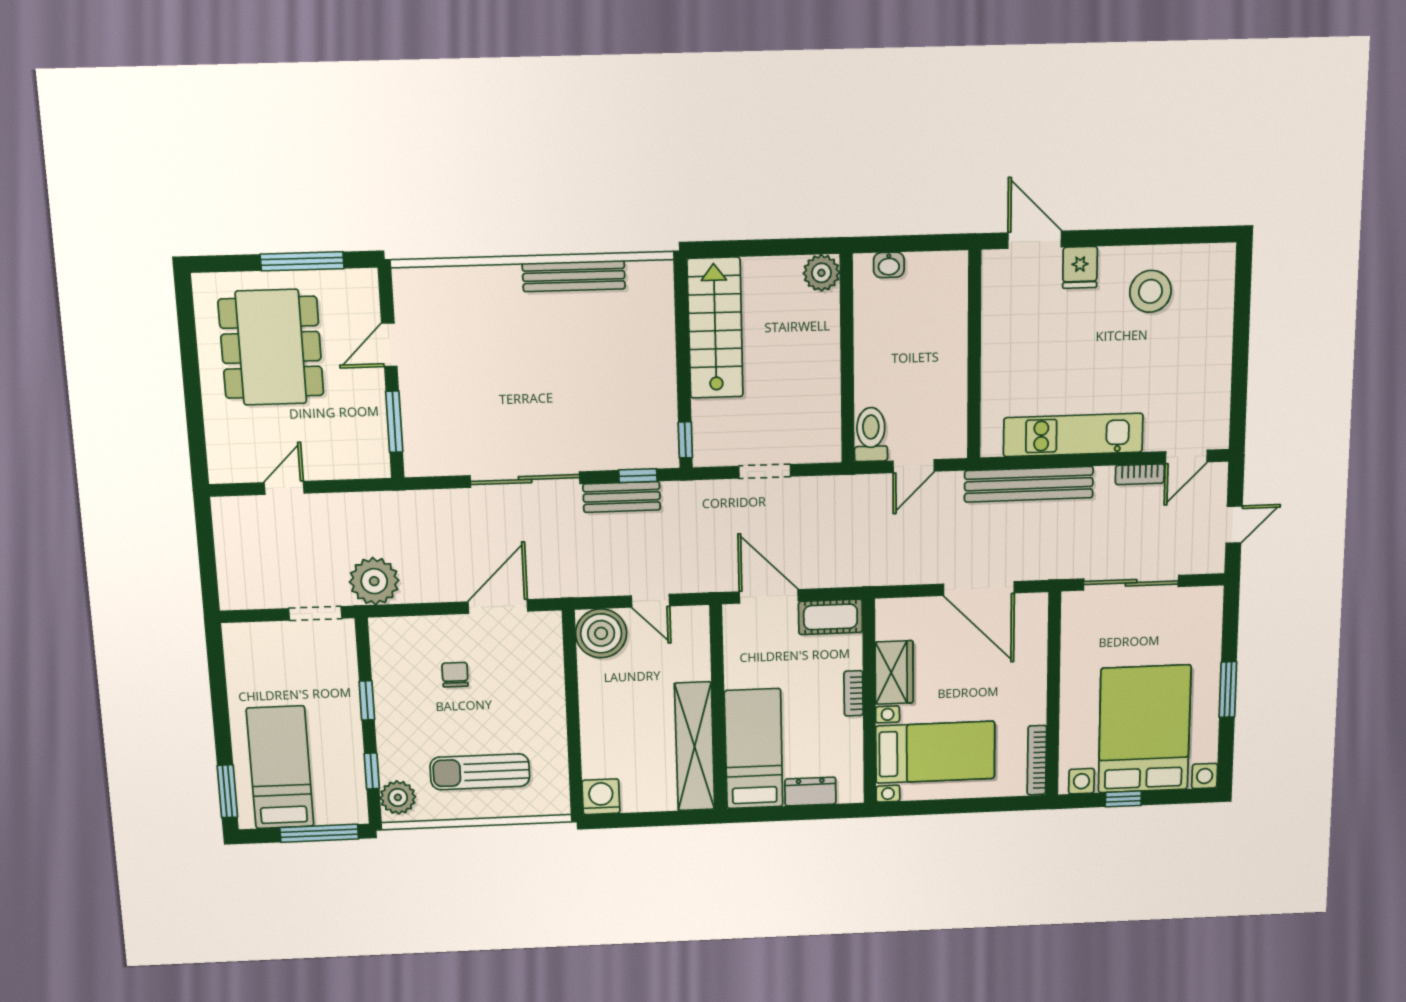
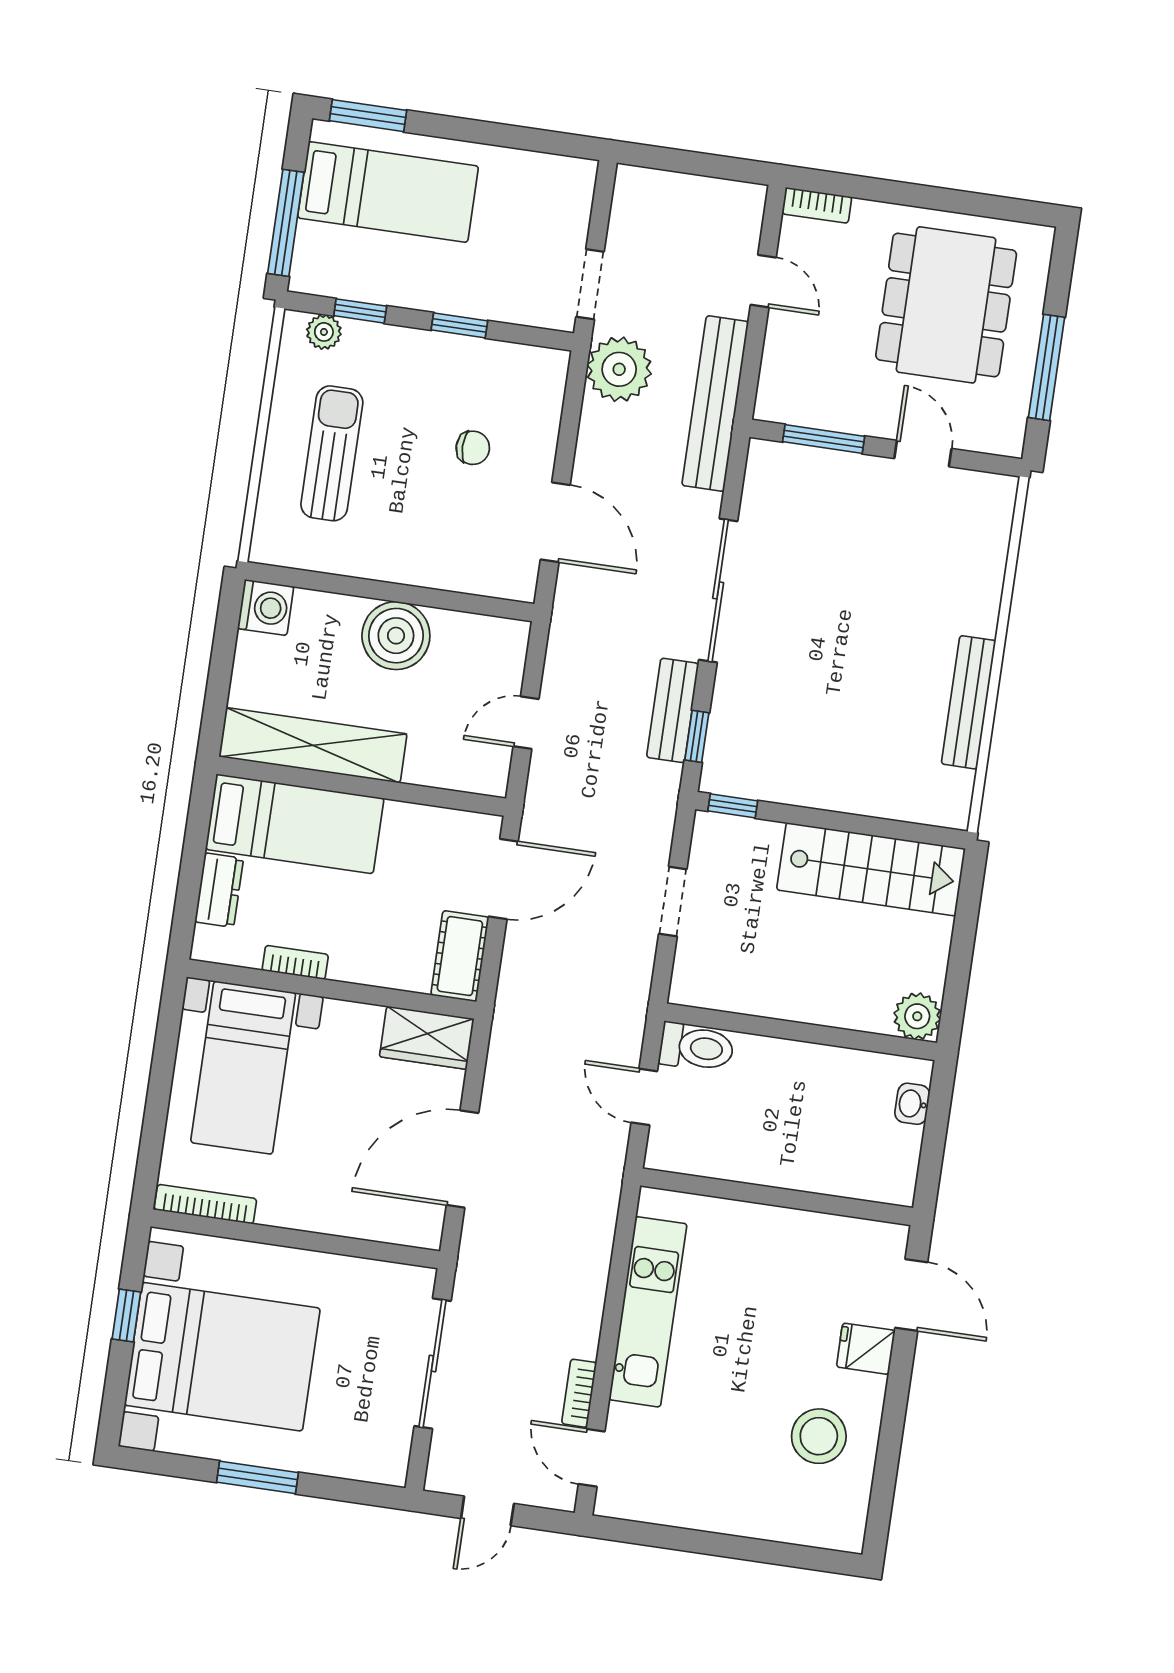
door: (1035, 240) -> (911, 1295), hinge flipped
dining table: (271, 347) -> (946, 305), turned 90
bookcase: (217, 458) -> (817, 205), added
bench: (1029, 484) -> (715, 404), moved
door: (1234, 525) -> (487, 1511), hinge flipped
boiler: (601, 633) -> (396, 636), moved
wardrobe: (894, 672) -> (427, 1038), moved
bookcase: (854, 693) -> (295, 962), moved
plant: (398, 797) -> (324, 332), width x0.73, depth x0.73

